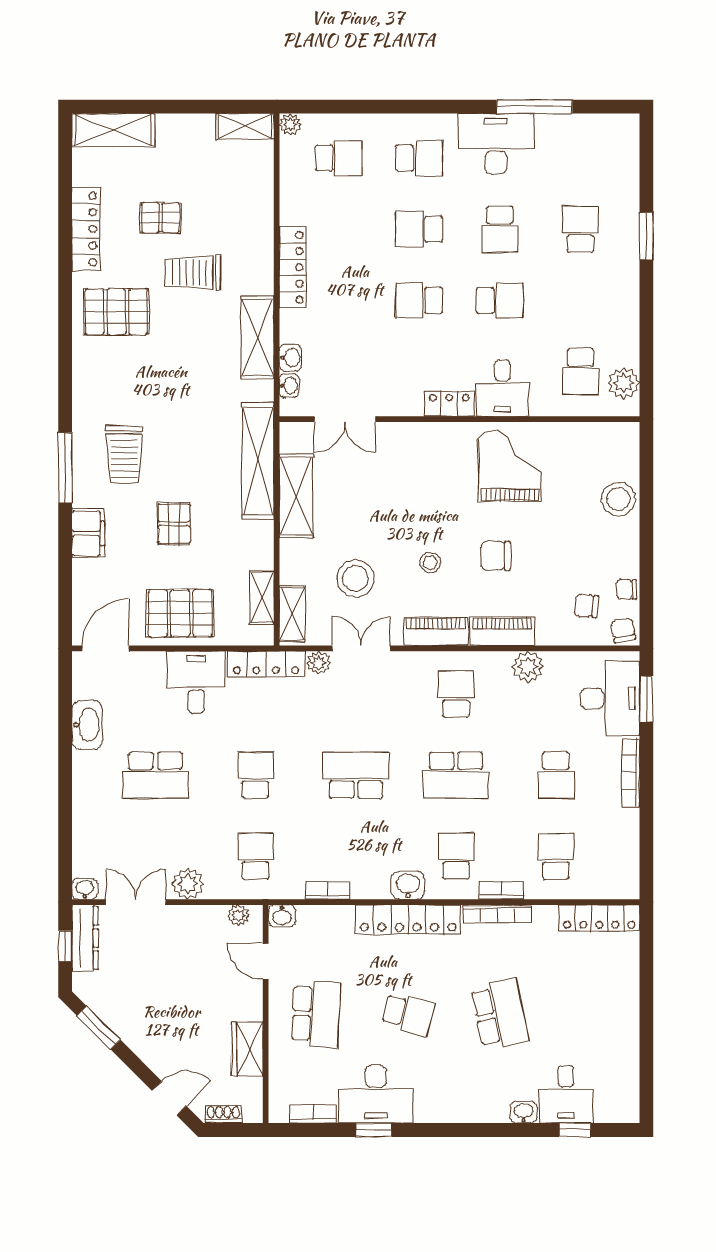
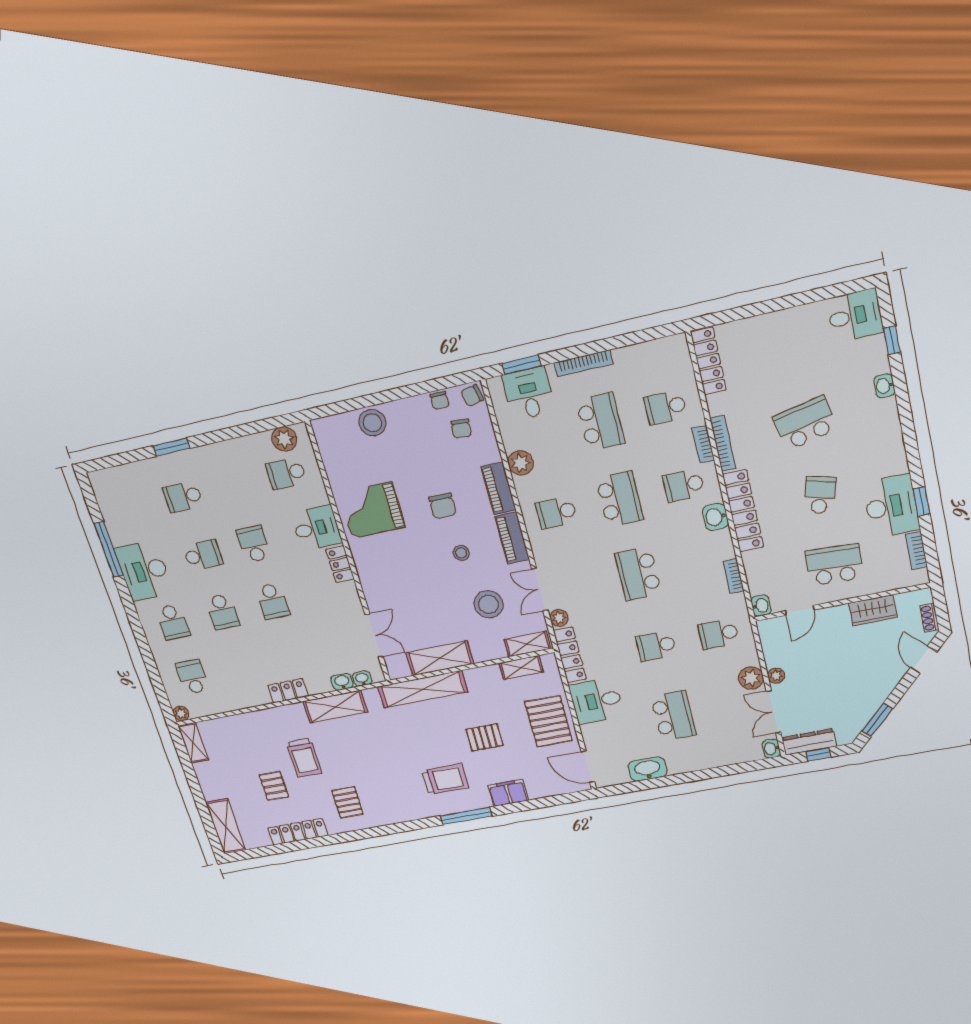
school desk: (419, 158) -> (173, 622), turned 180
locker: (293, 267) -> (288, 691), width x0.66
pallet: (116, 312) -> (348, 802), width x0.67, depth x0.71
school desk: (580, 372) -> (286, 473), turned 180
desk: (610, 699) -> (529, 393), width x0.73
school desk: (556, 775) -> (600, 422), width x1.85
plant: (238, 915) -> (776, 676), moved
desk: (566, 1094) -> (855, 316), moved

